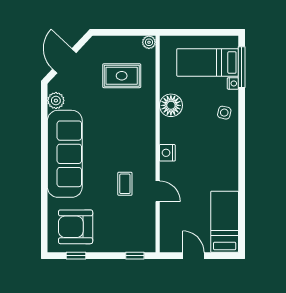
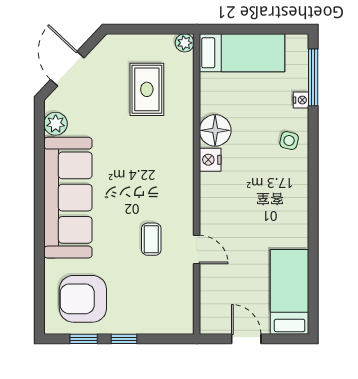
bed: (208, 62) -> (242, 53), moved, turned 180
rug: (122, 76) -> (147, 89), turned 90
nightstand: (167, 153) -> (210, 160), moved
window: (135, 256) -> (124, 339), moved

